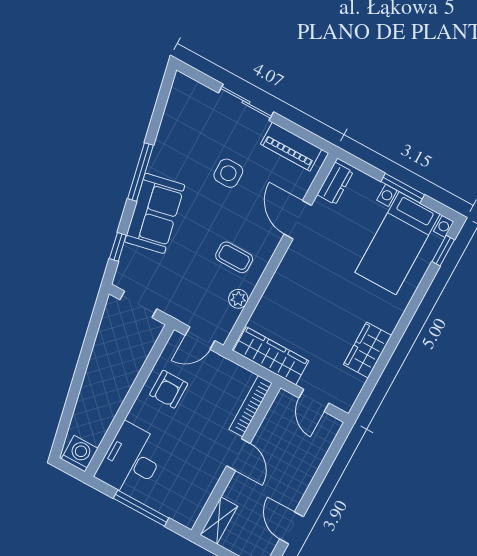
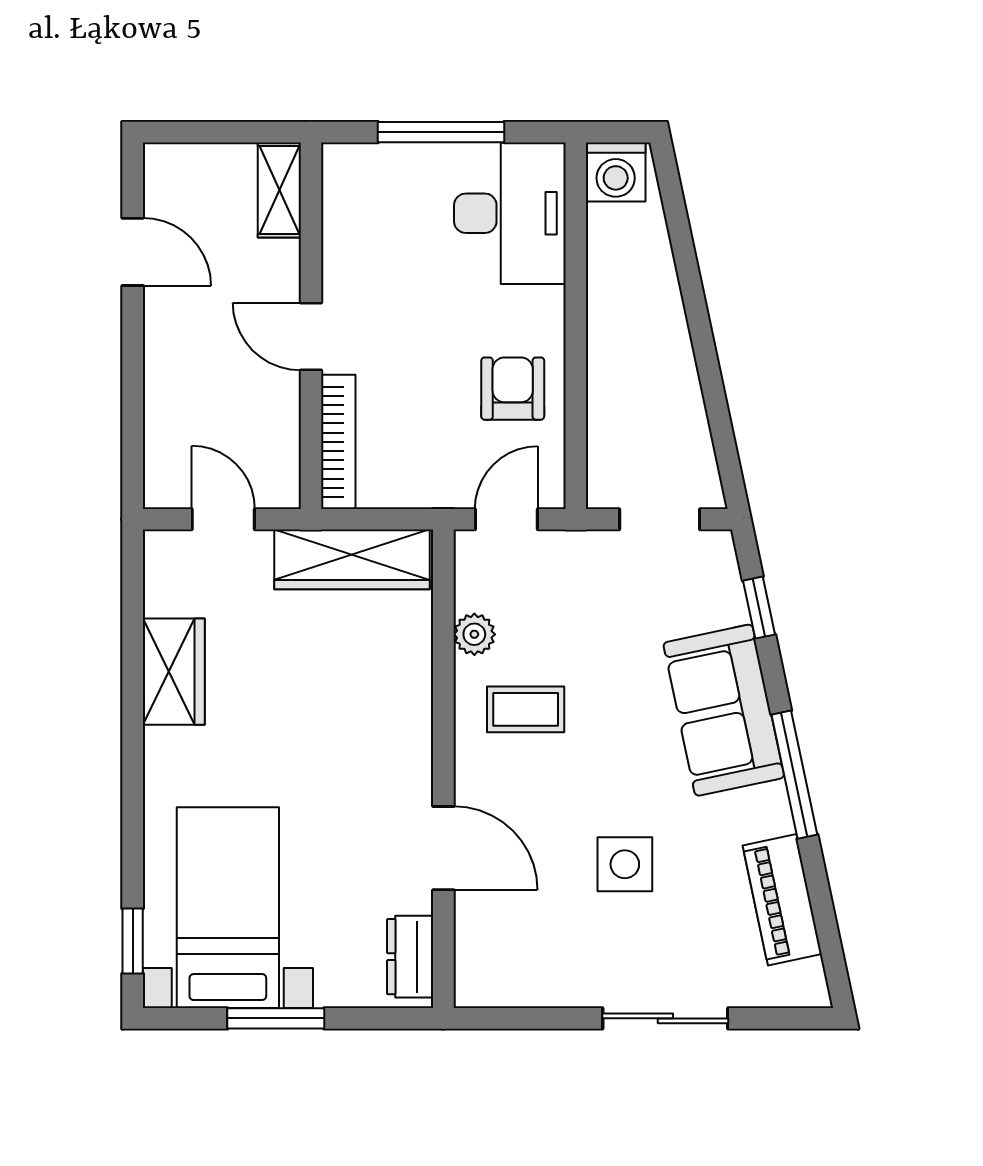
piano: (291, 147) -> (782, 900), moved, turned -102

